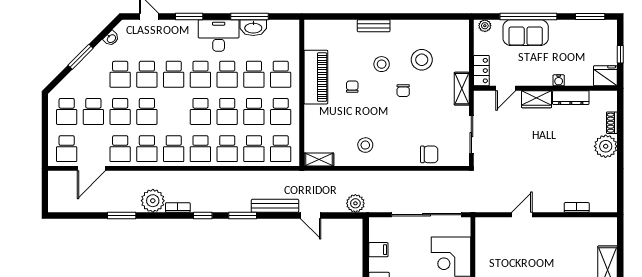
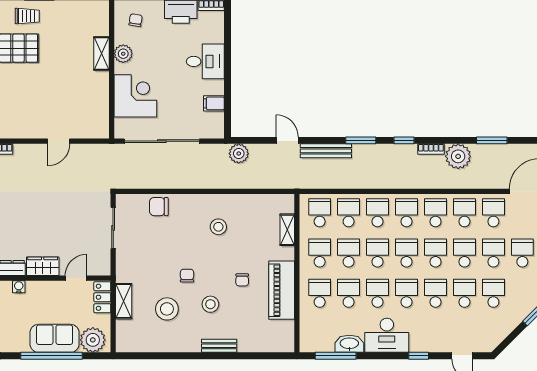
window: (189, 16) -> (419, 356), width x0.67
window: (250, 16) -> (336, 356), moved
plant: (485, 26) -> (93, 340), width x1.87, depth x1.87
washbasin: (111, 38) -> (503, 332), removed
shelving: (462, 89) -> (124, 301), moved
school desk: (174, 111) -> (435, 253), added
stool: (365, 145) -> (218, 227), moved
shelving: (319, 160) -> (287, 230), moved, turned 90

